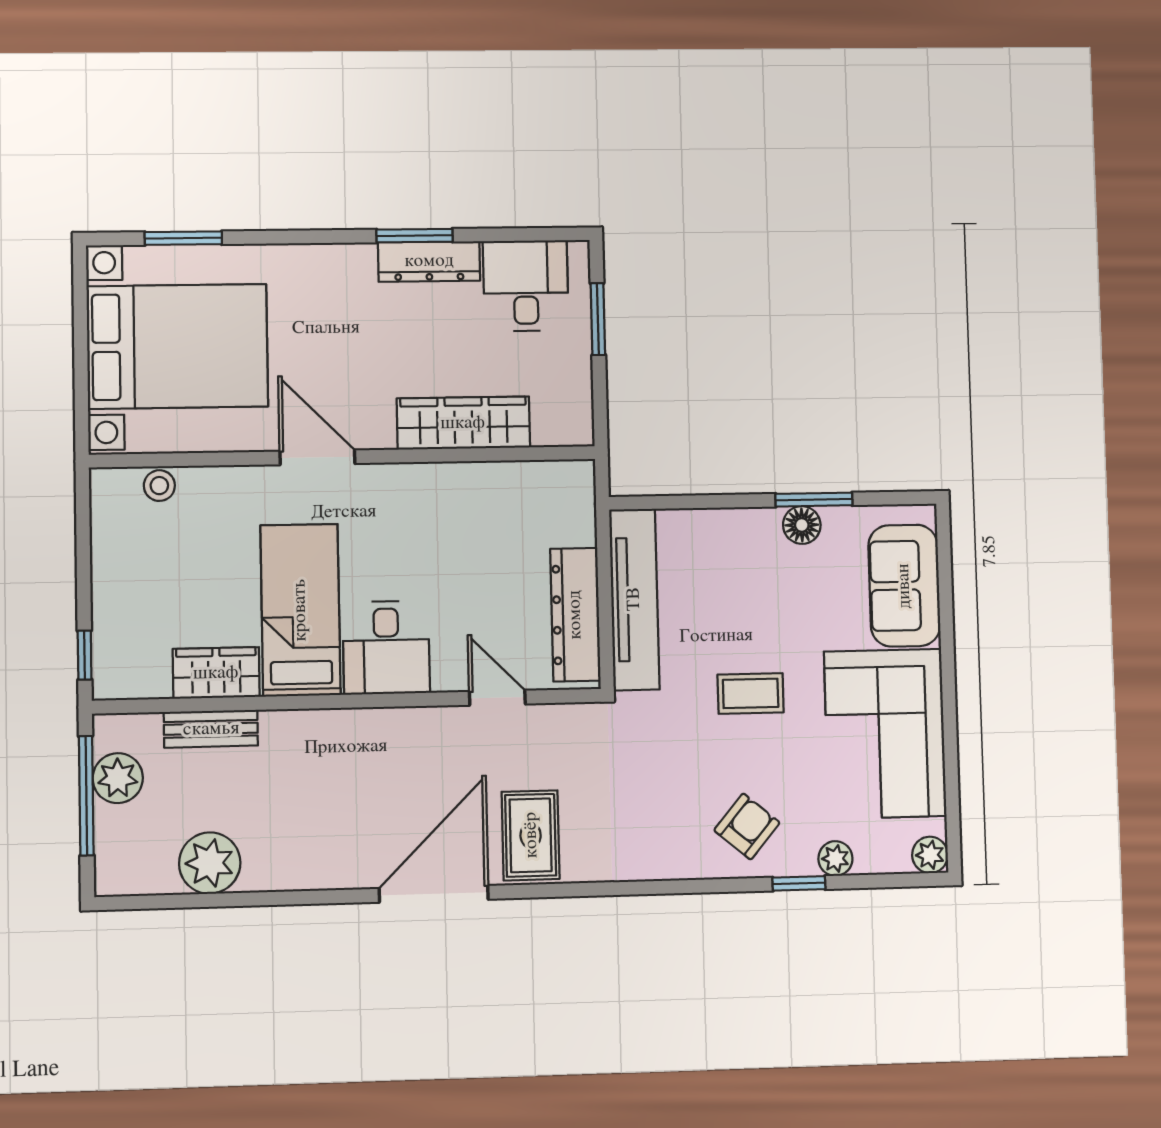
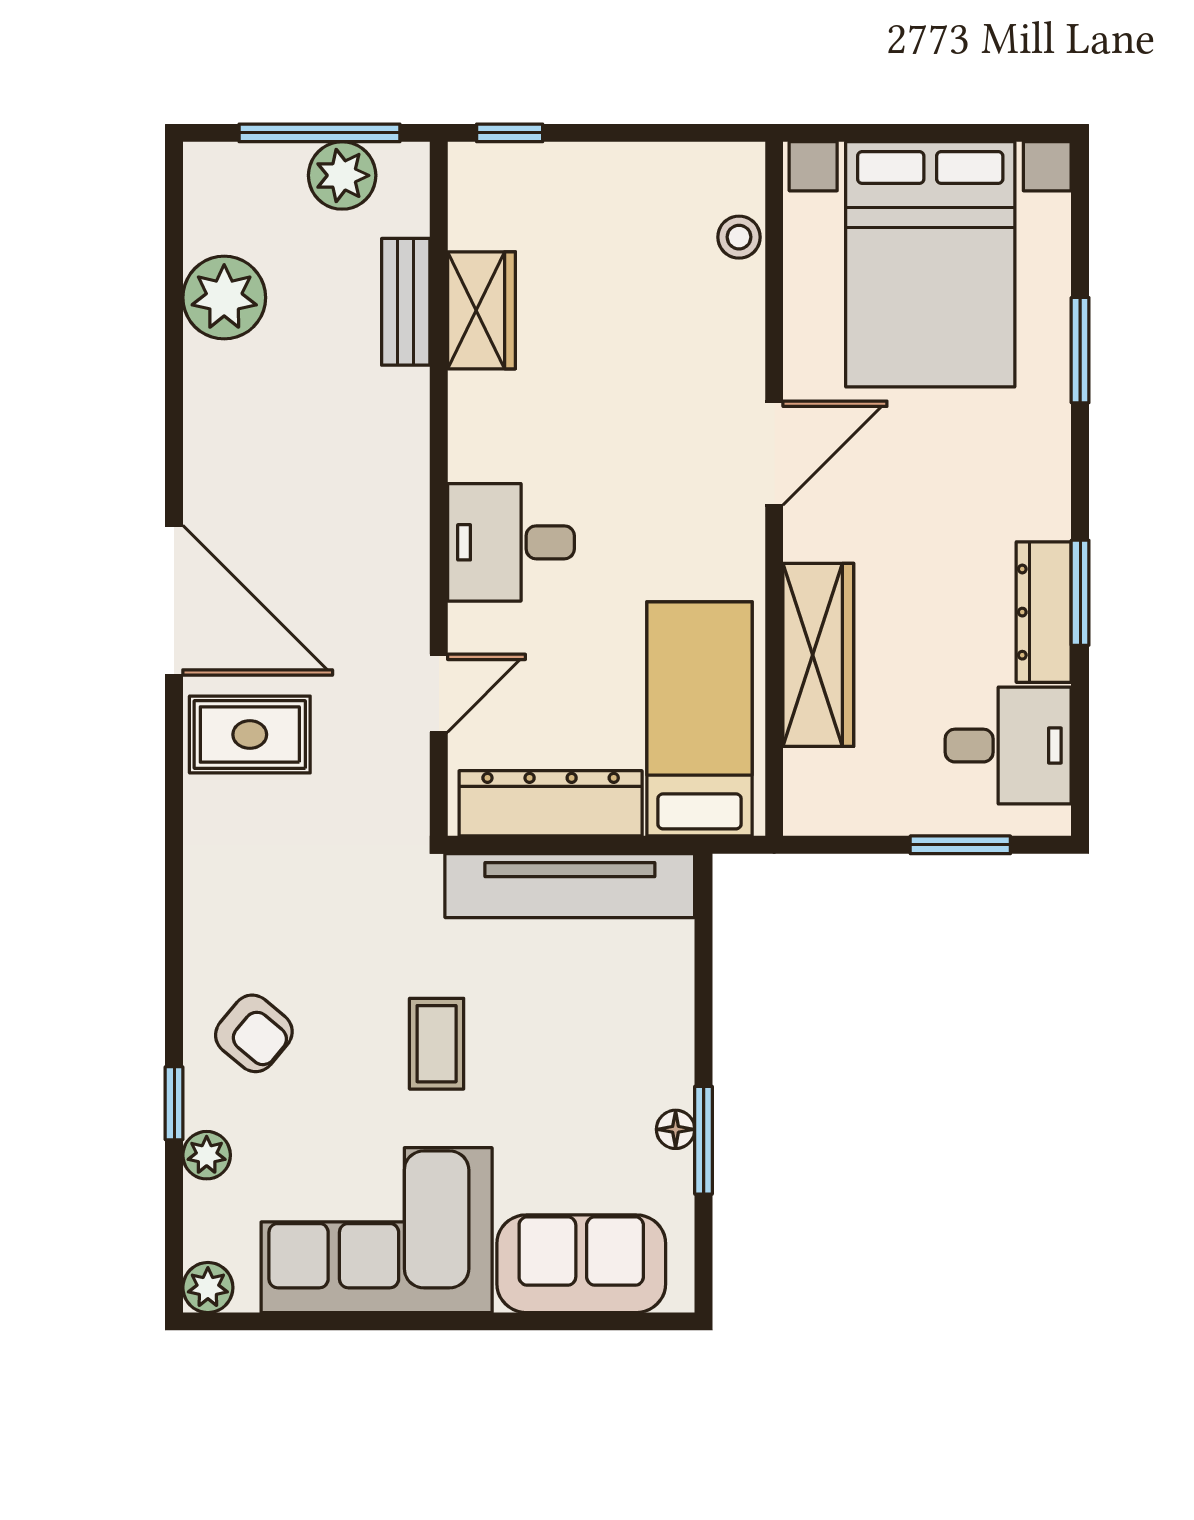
window: (183, 238) -> (1080, 350), moved
floor lamp: (802, 525) -> (676, 1129), width x0.73, depth x0.73
bed: (300, 610) -> (699, 719), moved, turned -90

